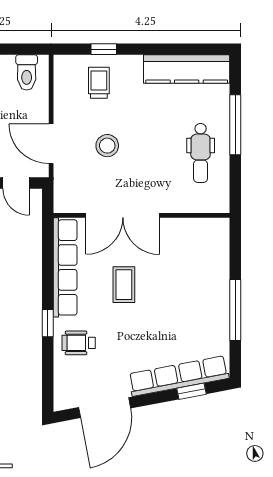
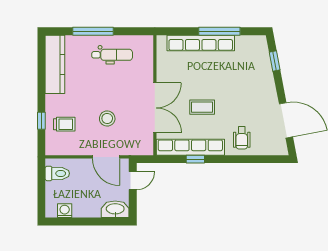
trolley: (99, 83) -> (64, 124), turned 180
door: (51, 144) -> (106, 157), hinge flipped
window: (48, 323) -> (195, 159), moved
row of seats: (179, 376) -> (201, 43), moved, turned -79

